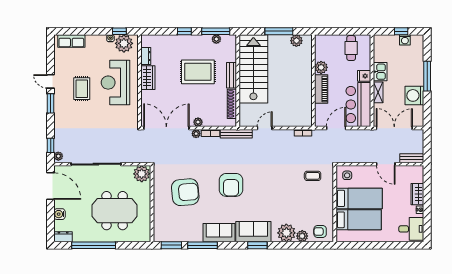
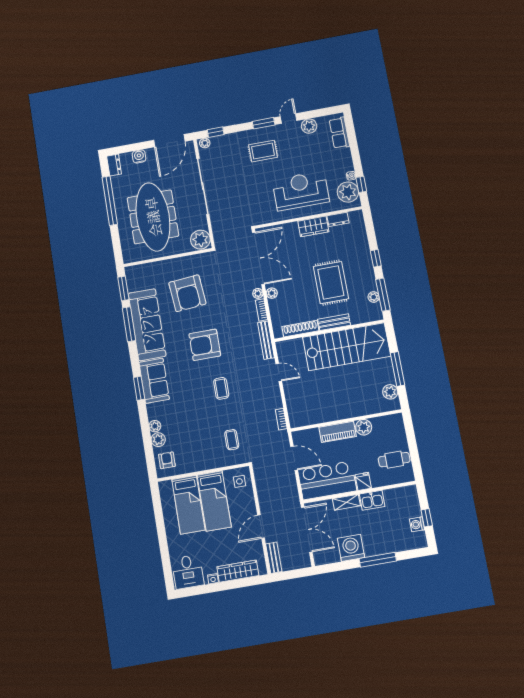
plant: (61, 65) -> (309, 126), added
rug: (82, 89) -> (263, 151), moved
coffee table: (269, 177) -> (221, 388), added
wardrobe: (417, 194) -> (238, 571), width x1.50
meeting table: (115, 211) -> (153, 217), width x1.36
sofa: (219, 233) -> (147, 325), width x1.85, depth x1.27
plant: (286, 233) -> (155, 426), width x0.53, depth x0.53

